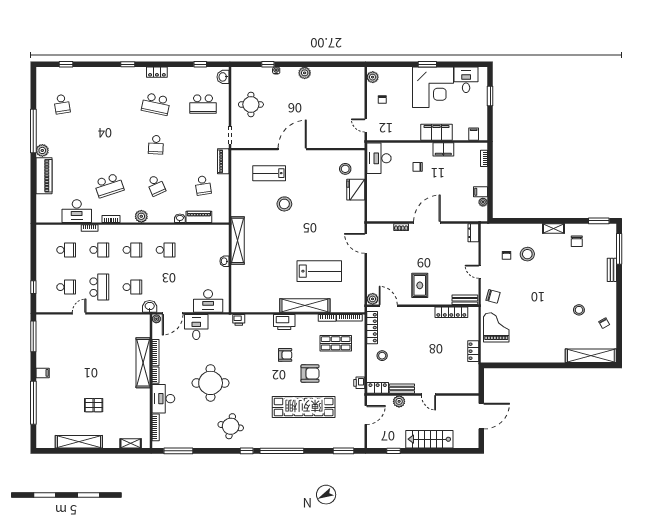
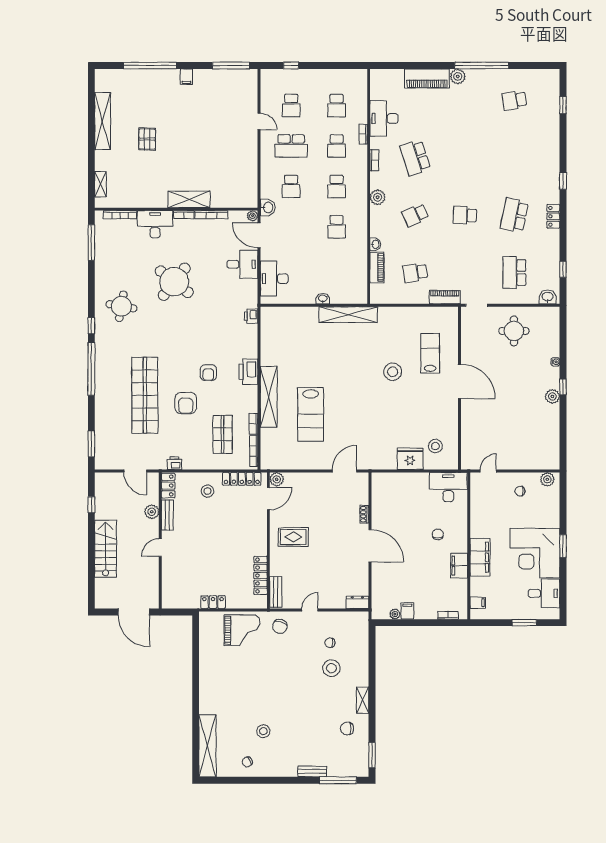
window: (268, 64) -> (563, 387), moved
shelving: (143, 363) -> (189, 199), width x0.68
round table: (211, 383) -> (174, 282), turned 38

